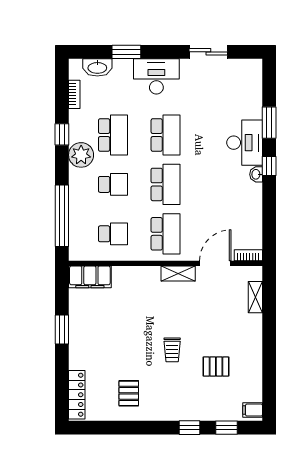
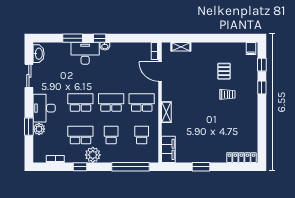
washbasin: (97, 67) -> (39, 54), moved
plant: (123, 68) -> (39, 129), added
shelving: (178, 274) -> (166, 112), moved
trolley: (172, 350) -> (227, 94), moved
pallet: (129, 393) -> (241, 125), removed

